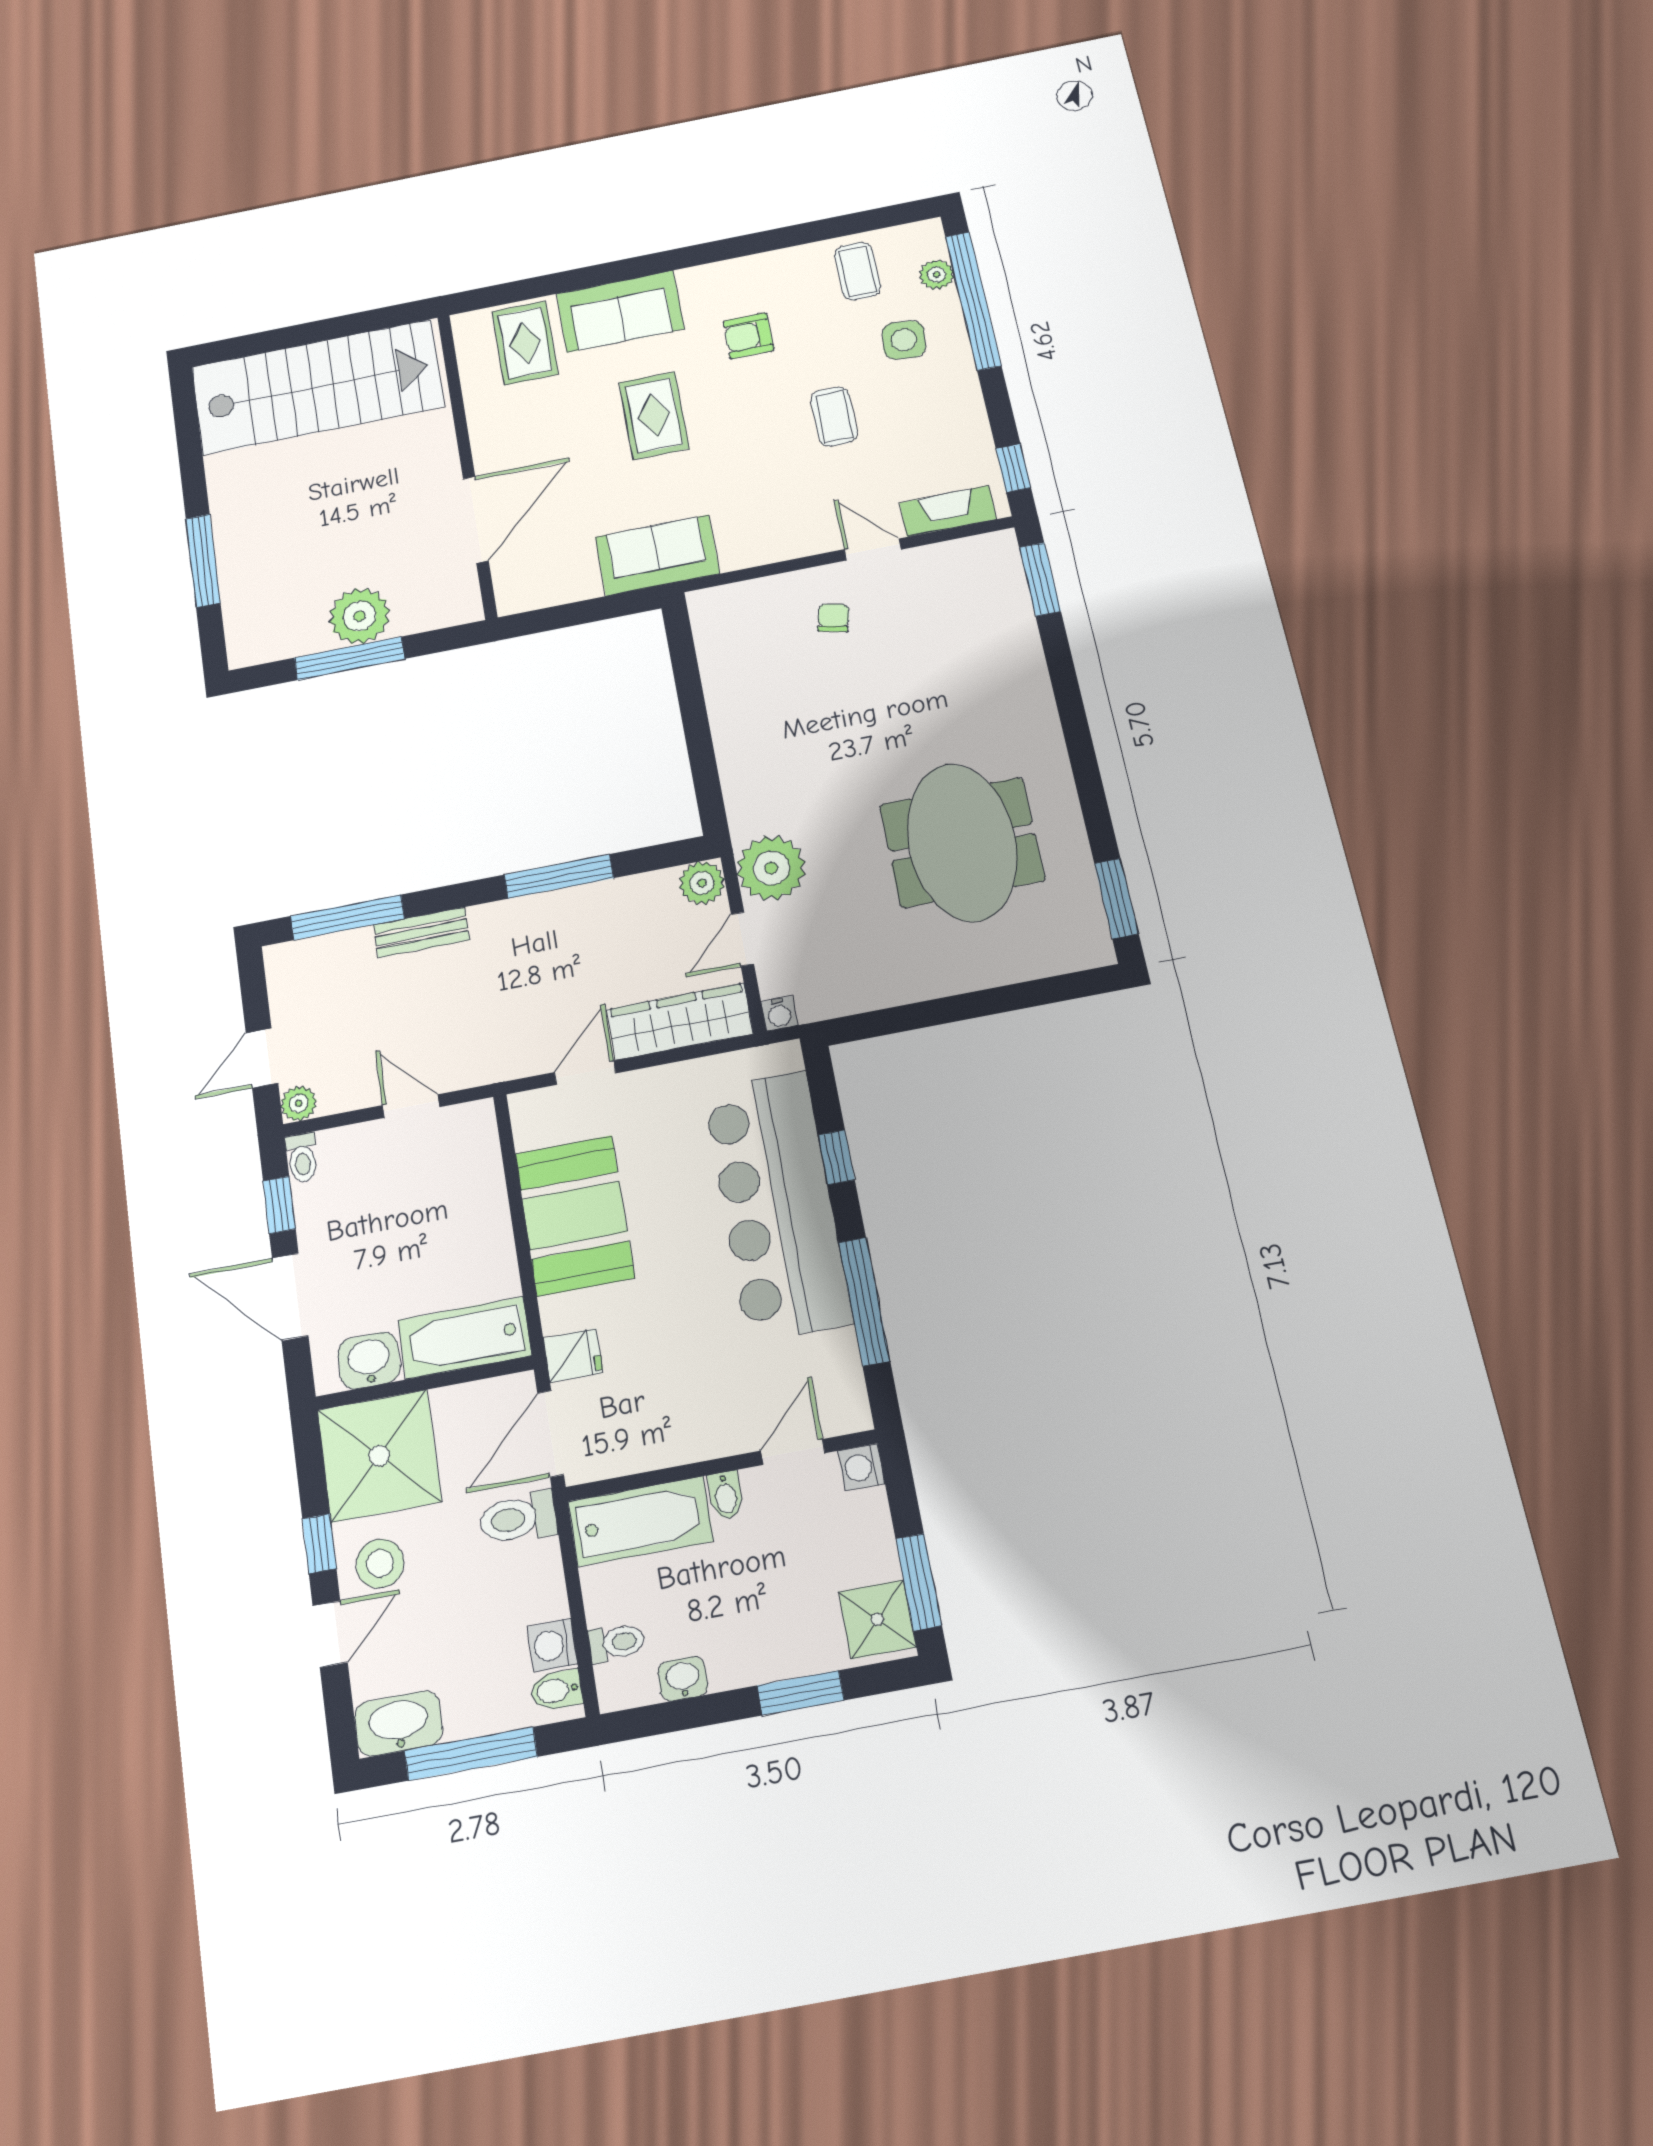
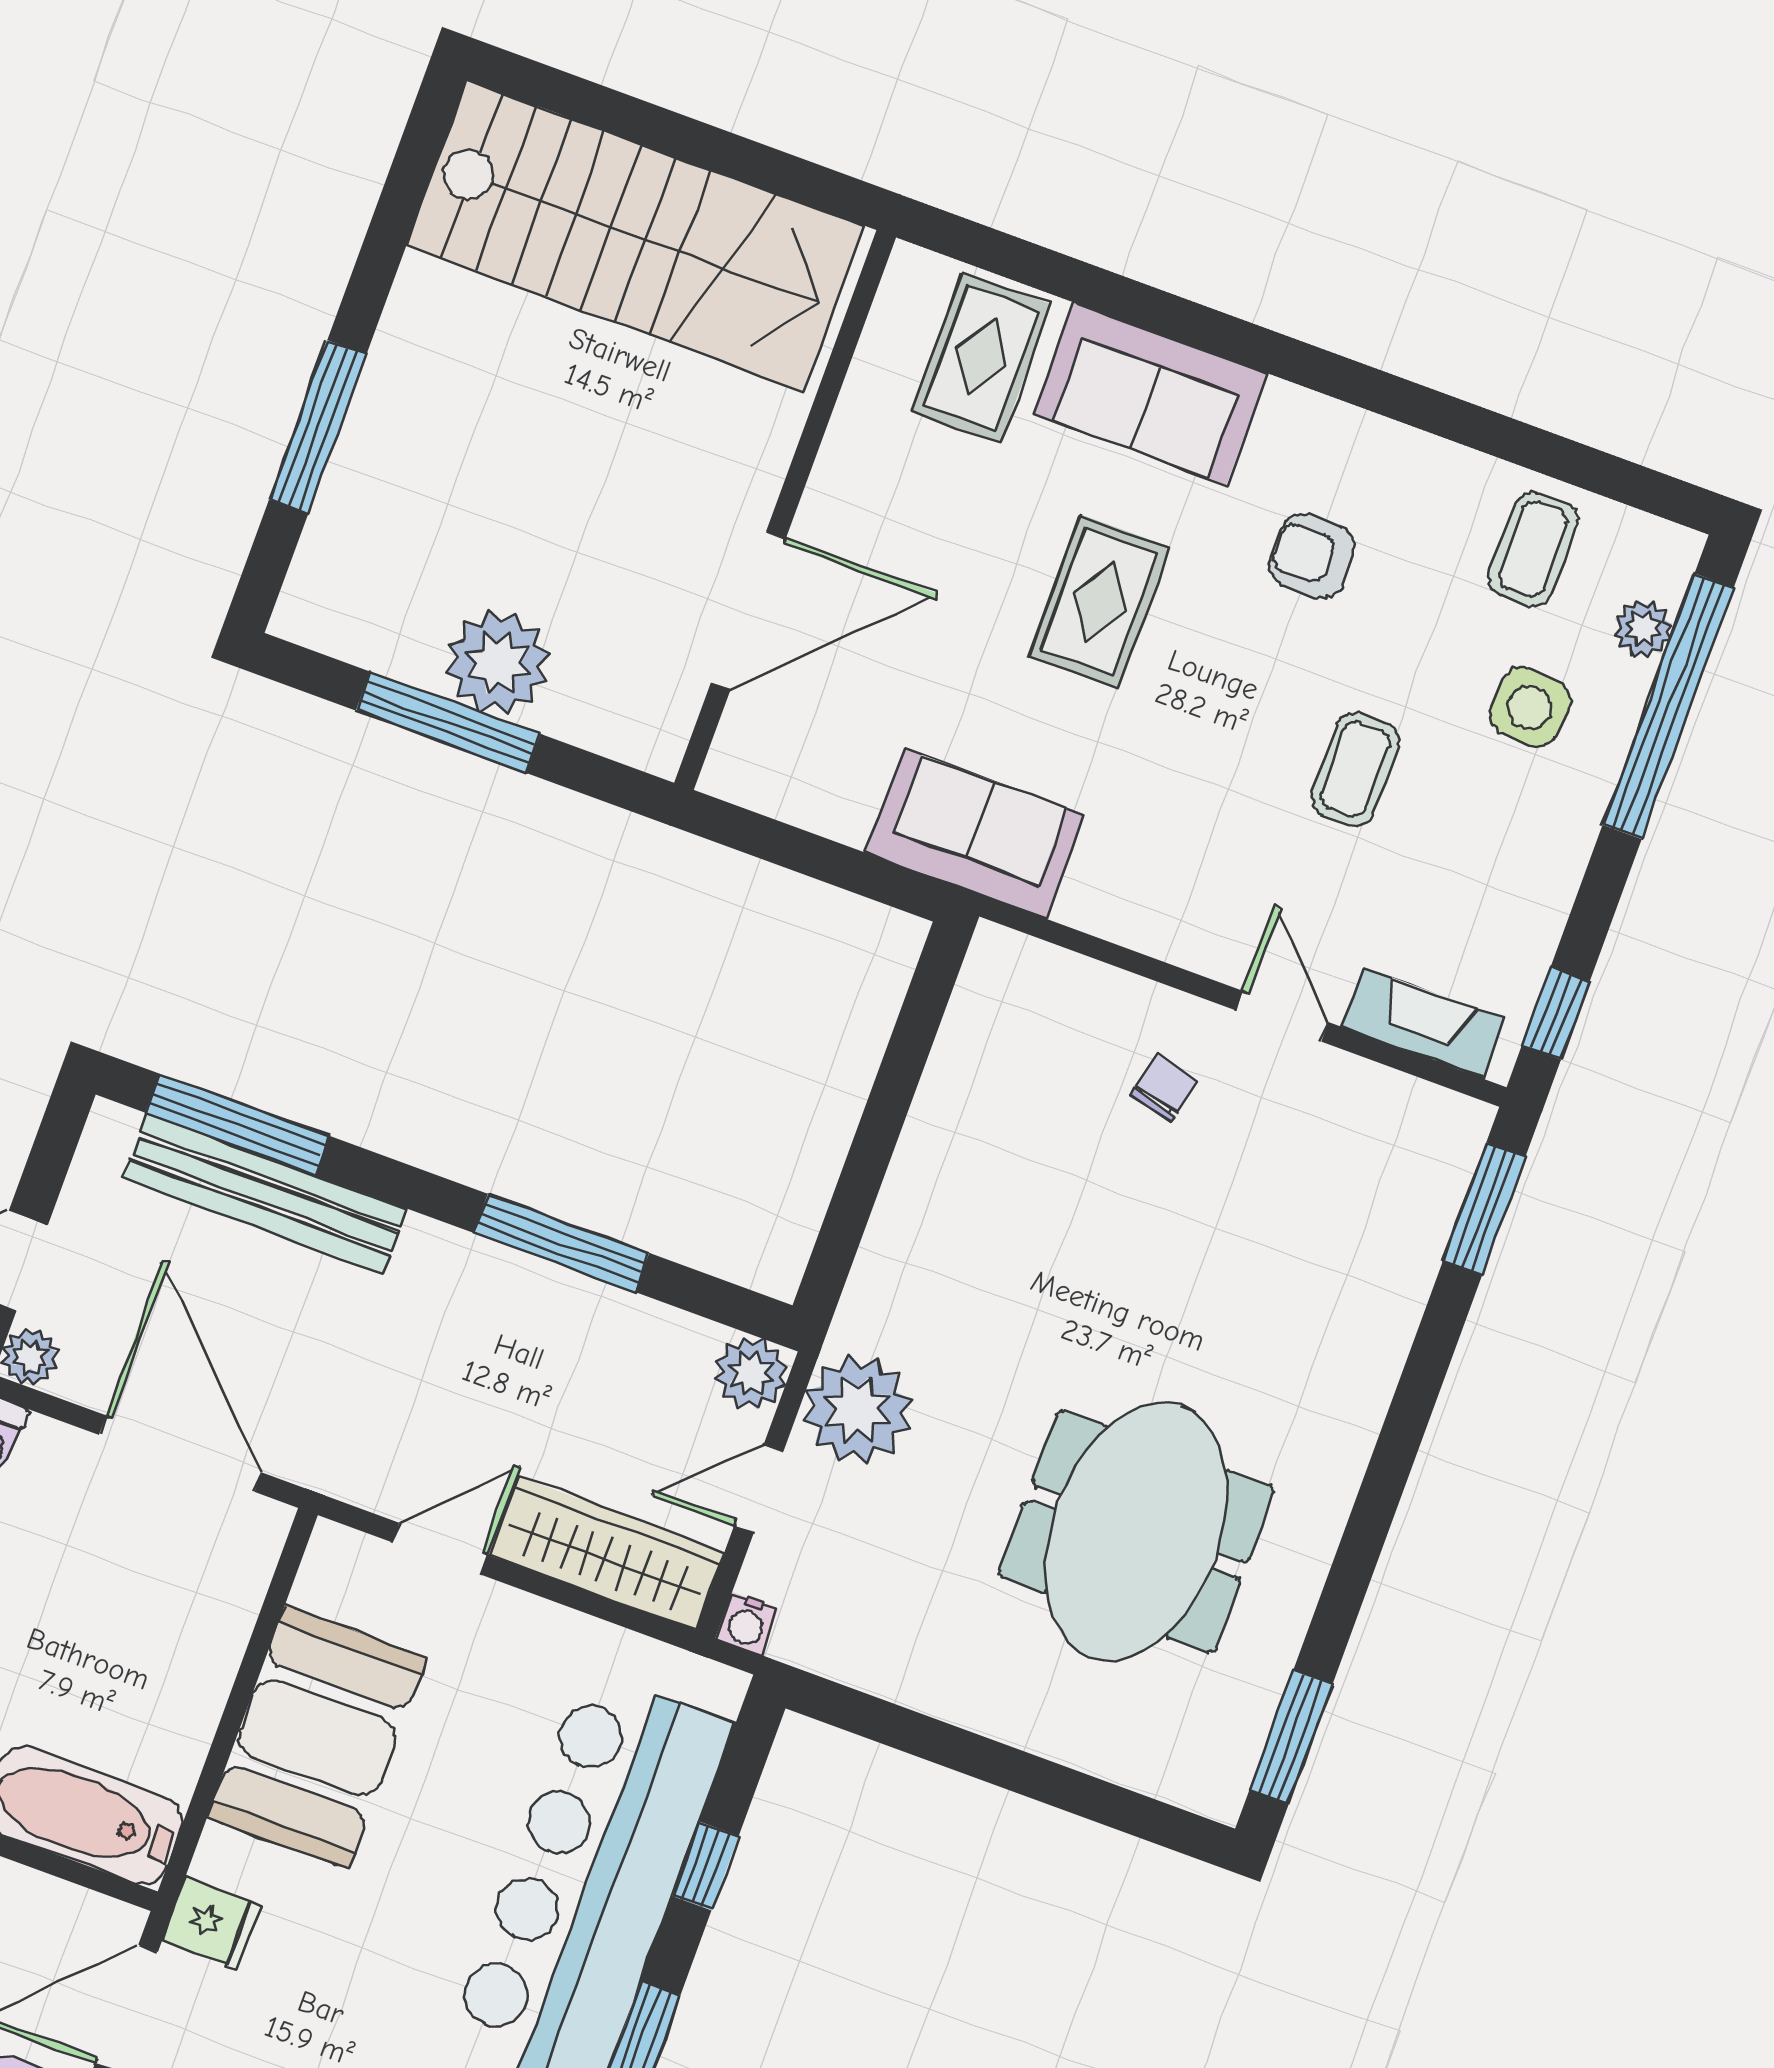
bench: (421, 932) -> (265, 1193), width x1.86, depth x1.21
door: (411, 1106) -> (180, 1454), width x1.87

